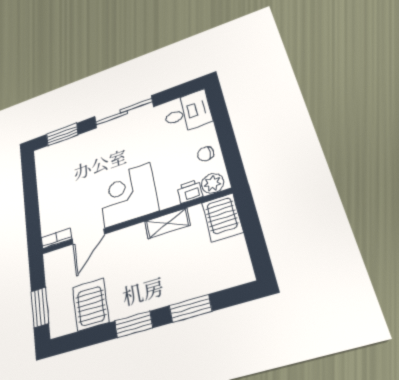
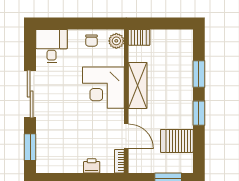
printer: (190, 191) -> (92, 166), moved, turned 90
corner desk: (128, 195) -> (103, 88), moved
server rack: (222, 217) -> (139, 37), width x0.73, depth x0.70
shelving: (167, 223) -> (138, 85), width x1.50, depth x1.33

